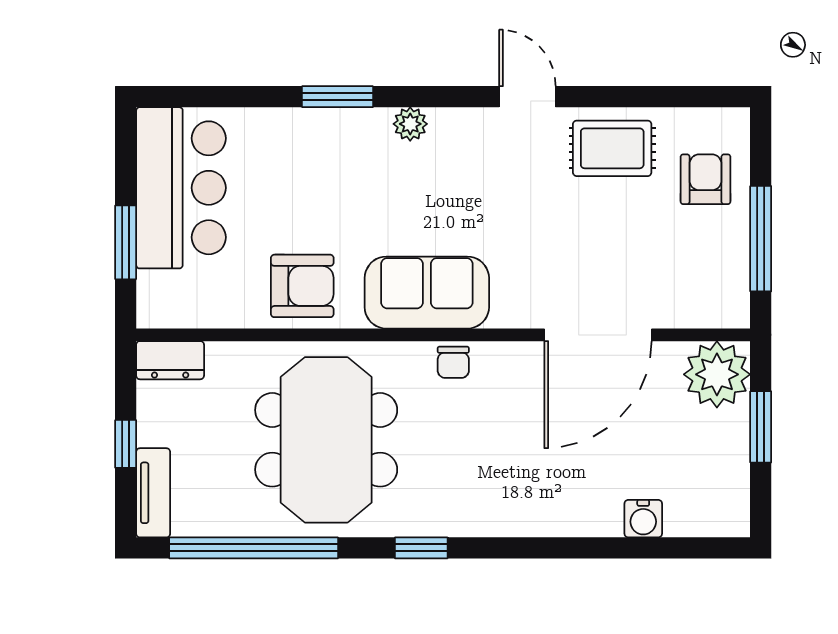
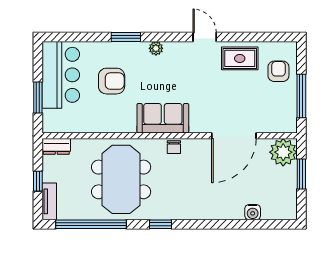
armchair: (302, 286) -> (112, 81), moved

